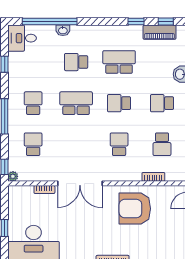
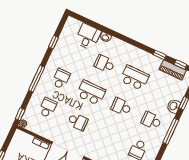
window: (50, 22) -> (99, 27), removed
desk: (22, 38) -> (88, 37), moved, turned 90
school desk: (119, 144) -> (78, 122), moved, turned 90

